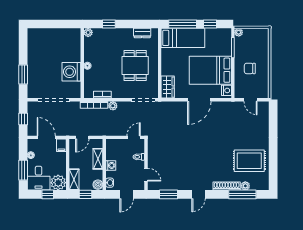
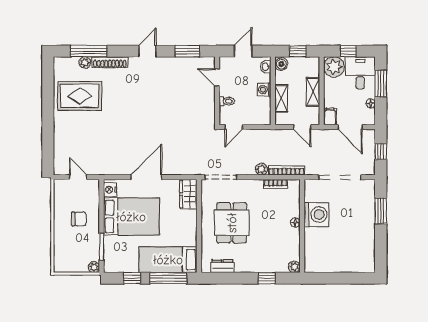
door: (82, 137) -> (302, 127), swing flipped
shelving: (74, 180) -> (313, 92), moved

